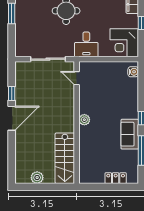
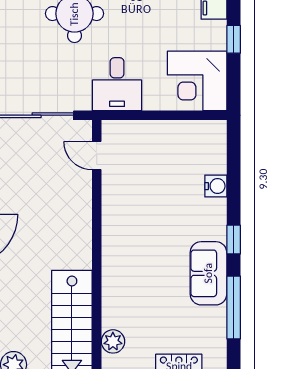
water cooler: (133, 72) -> (216, 186), moved
plant: (84, 120) -> (113, 341), moved

